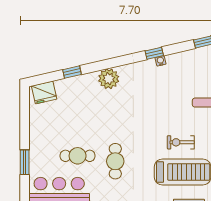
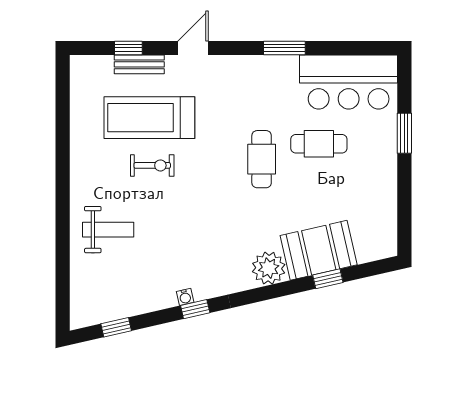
booth: (78, 90) -> (319, 250), added
fridge: (44, 92) -> (373, 246), removed
cafe table: (115, 161) -> (262, 159), moved

